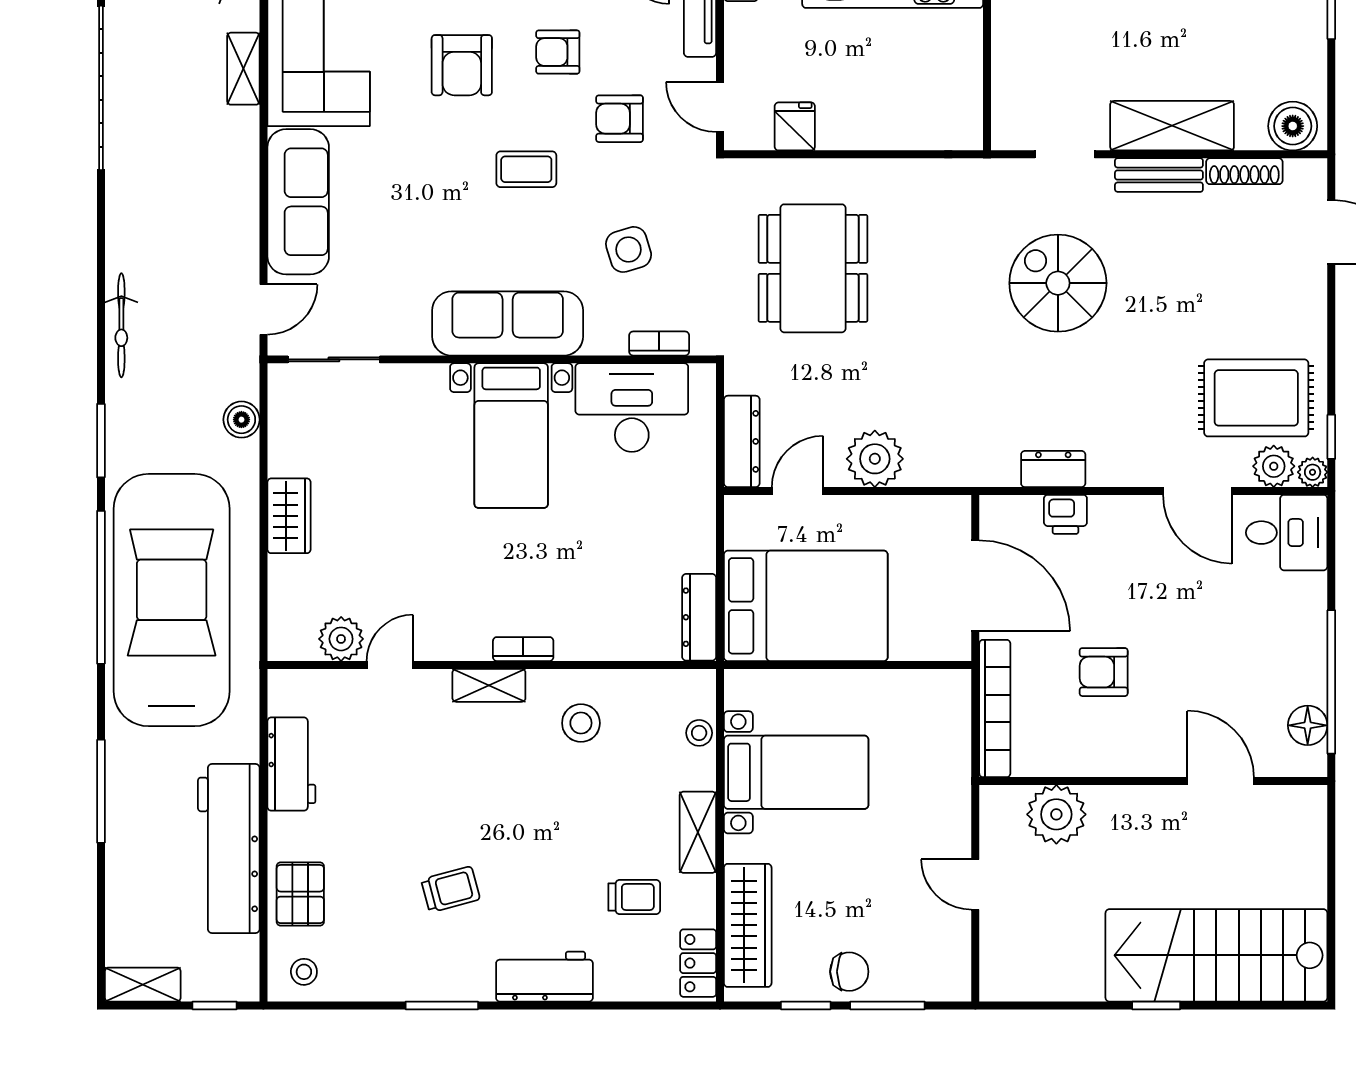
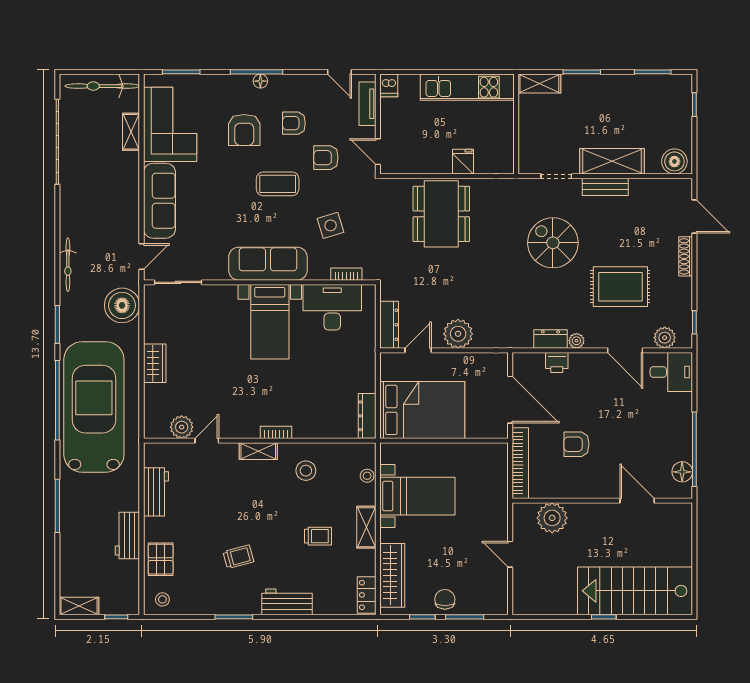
fridge: (795, 126) -> (463, 162), moved
coffee table: (526, 169) -> (278, 184), width x1.36, depth x1.30
shoe rack: (1244, 171) -> (686, 256), moved, turned 90
dining table: (813, 268) -> (441, 214), moved
rug: (1256, 398) -> (620, 287), moved
boiler: (241, 420) -> (122, 305), width x1.86, depth x1.86
plant: (1313, 472) -> (576, 341), moved
workbench: (229, 849) -> (127, 536), width x0.53, depth x0.76
trolley: (634, 897) -> (318, 536), moved
chair: (849, 972) -> (445, 599), turned -90

